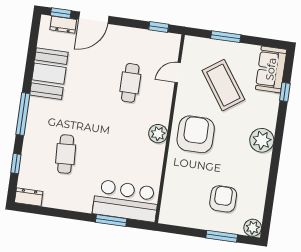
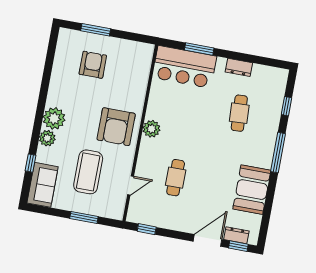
coffee table: (223, 85) -> (88, 172), turned 35
dresser: (29, 197) -> (239, 67), moved
armchair: (223, 199) -> (93, 65), turned 180
plant: (253, 228) -> (47, 138), moved

